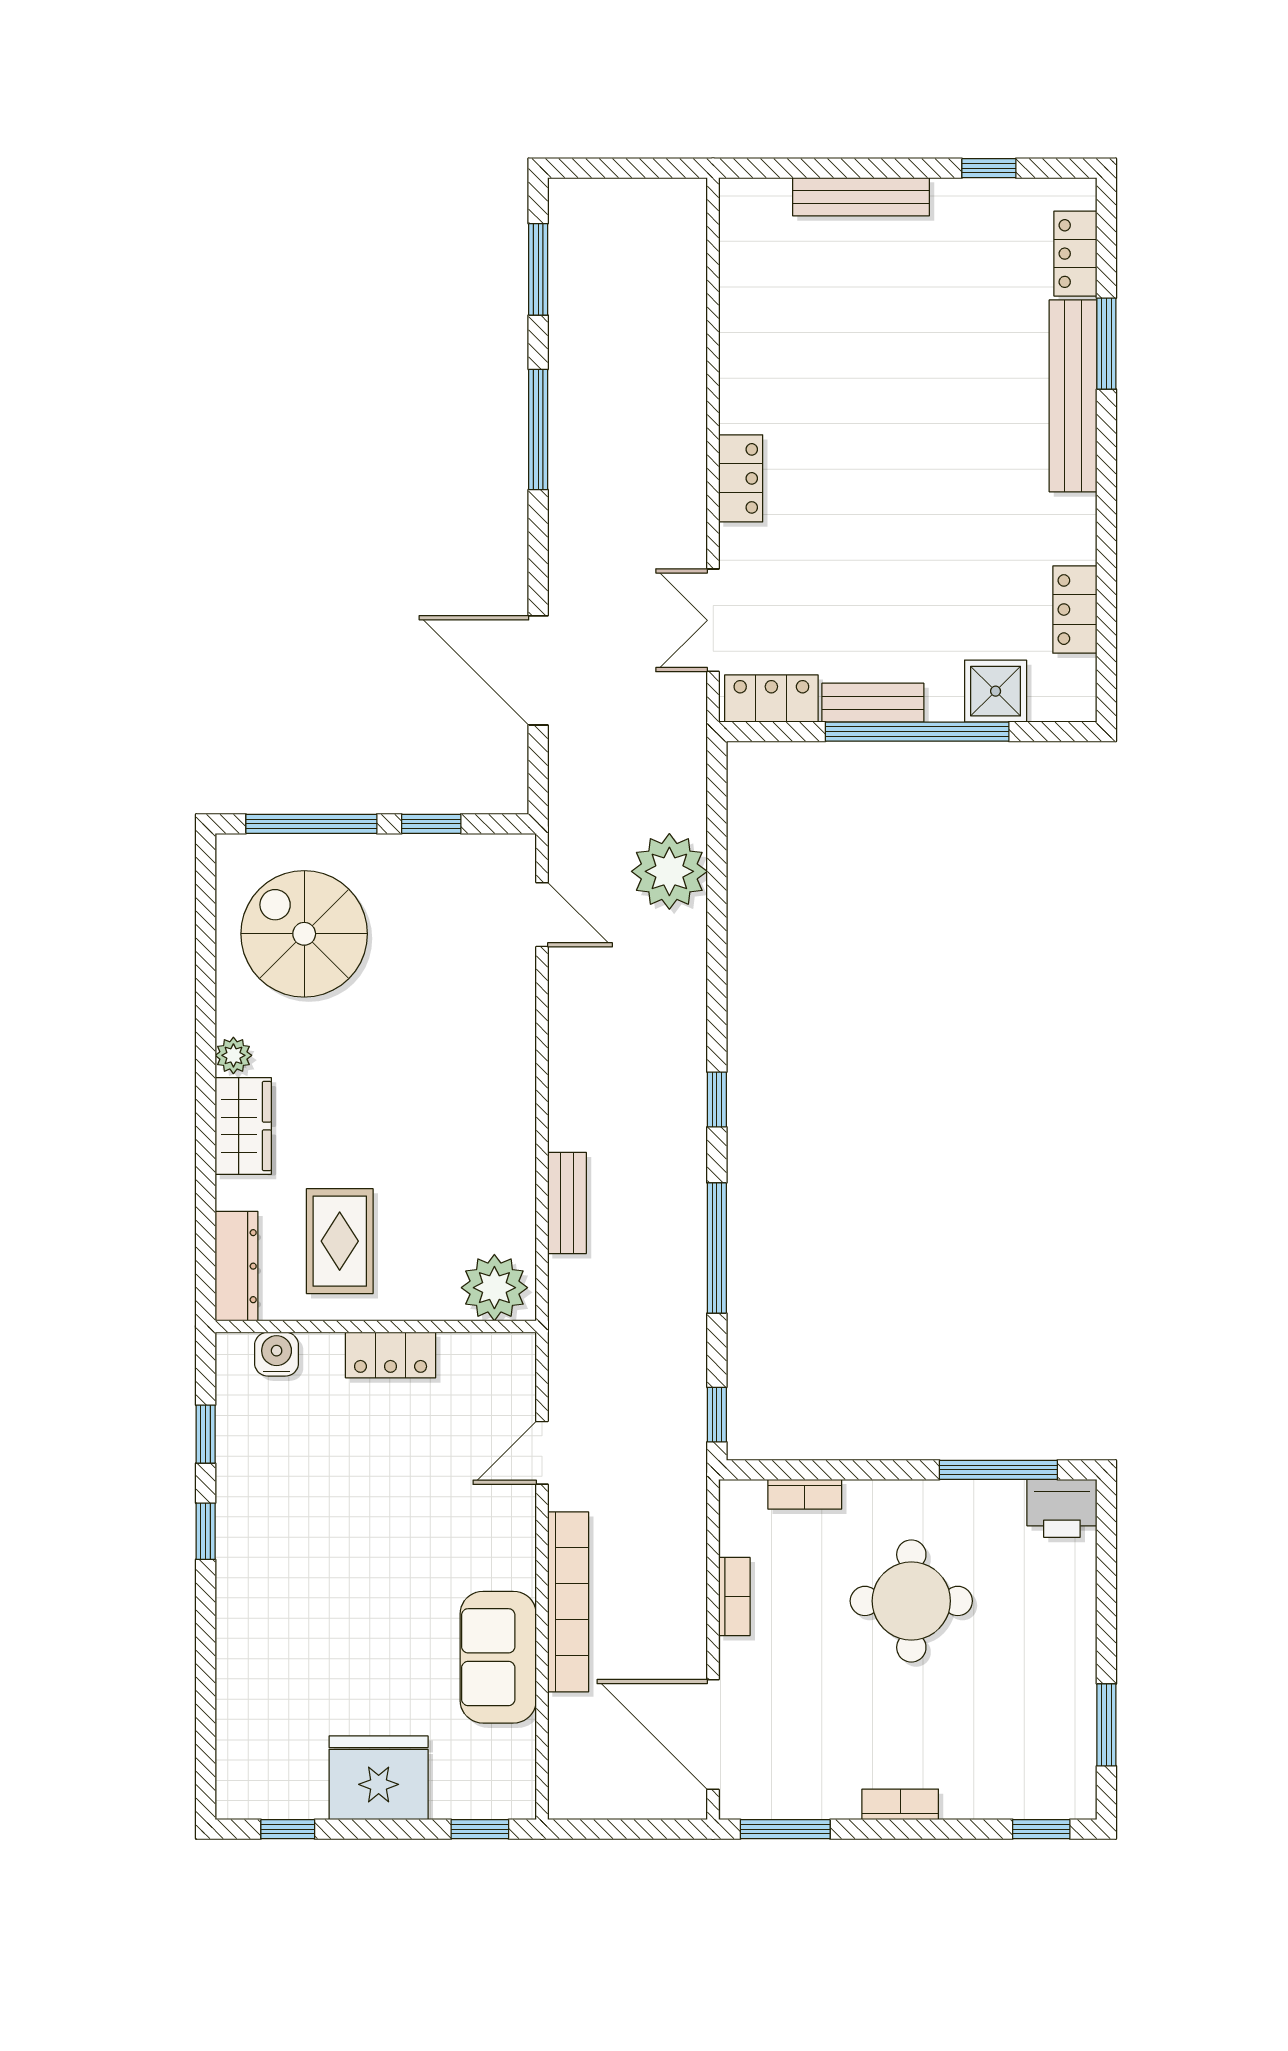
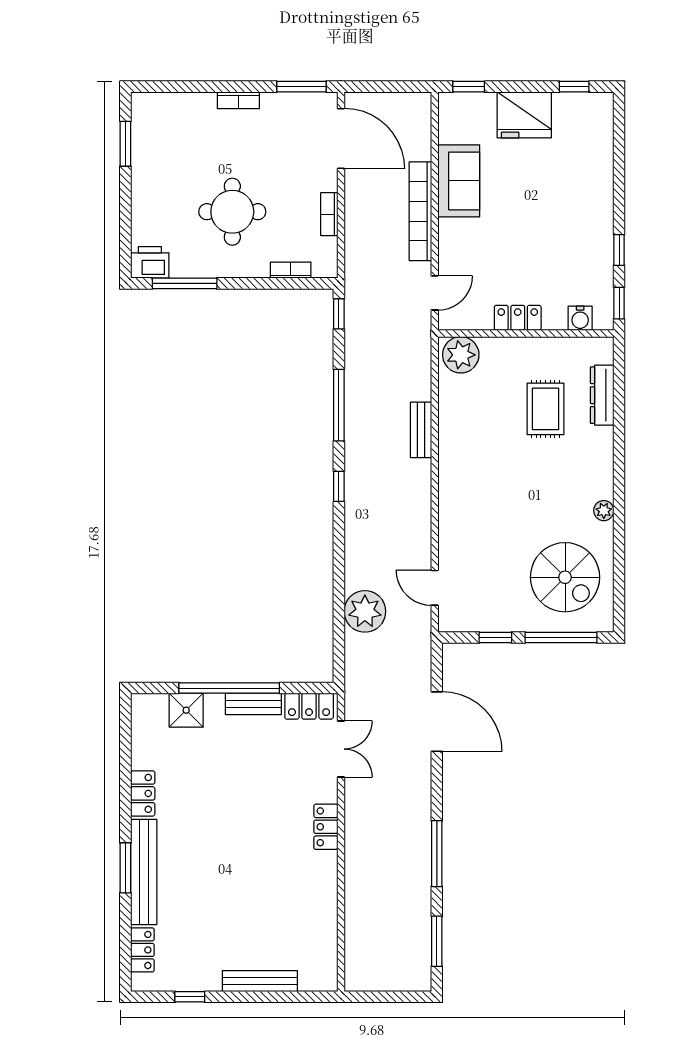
window: (1106, 344) -> (125, 868), moved
locker: (1075, 610) -> (143, 793), moved
wardrobe: (243, 1126) -> (598, 472), removed
plant: (494, 1288) -> (461, 355), moved
wall: (376, 1327) -> (526, 333), moved
water cooler: (277, 1354) -> (580, 318), moved
locker: (391, 1355) -> (518, 318), moved
window: (1041, 1829) -> (161, 87), removed

